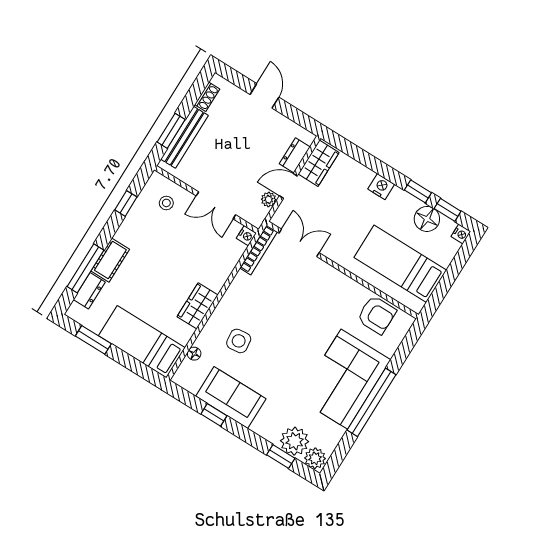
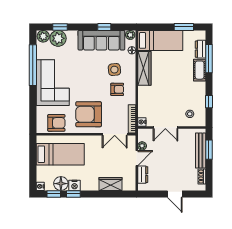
wardrobe: (319, 163) -> (111, 184), moved, turned 90
nightstand: (381, 187) -> (75, 185), moved
double door: (216, 205) -> (165, 127), swing flipped
armchair: (320, 298) -> (89, 114), added
wardrobe: (198, 306) -> (144, 68), width x1.50
armchair: (253, 308) -> (117, 89), added
armchair: (377, 315) -> (56, 123), turned 180
plant: (182, 378) -> (130, 35), added
sofa: (231, 398) -> (101, 40), width x1.36
window: (371, 402) -> (33, 65), moved

